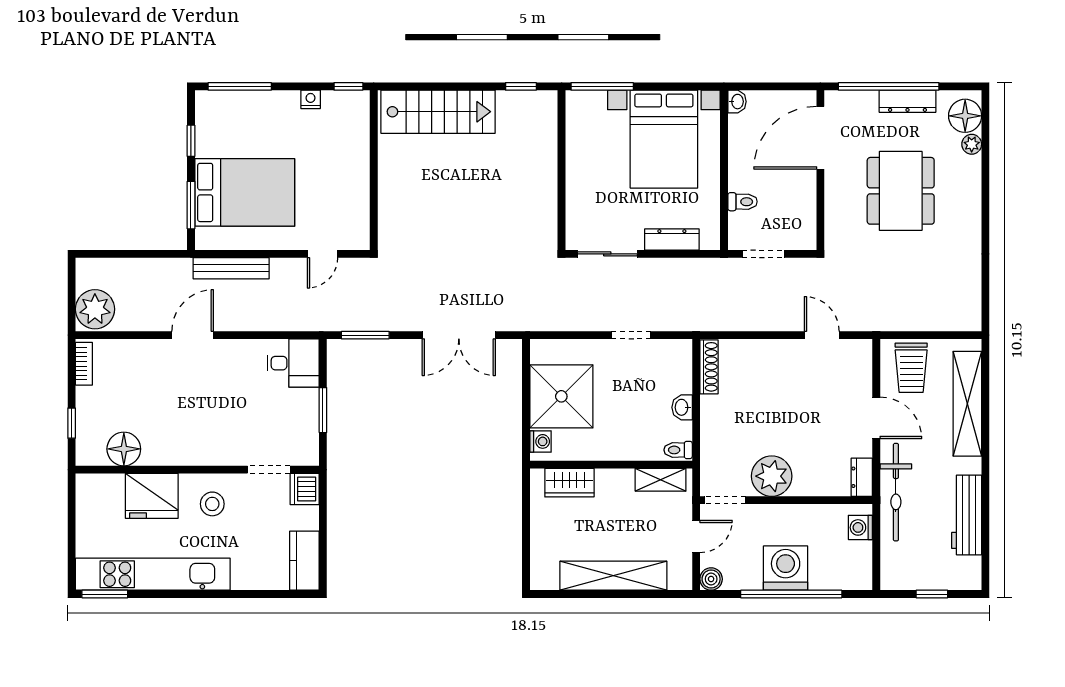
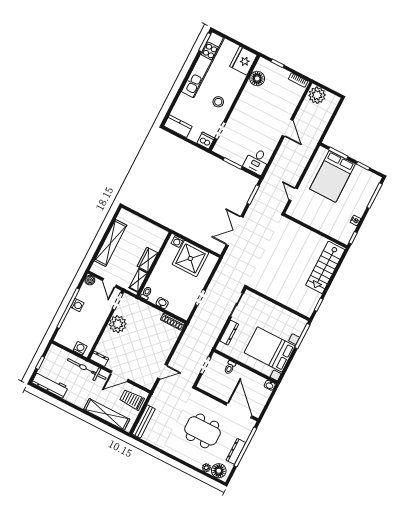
bench: (231, 268) -> (144, 421), moved
wardrobe: (569, 483) -> (148, 260), moved
fridge: (152, 496) -> (243, 61), moved
workbench: (967, 515) -> (50, 385), moved
washing machine: (786, 568) -> (77, 305), width x0.53, depth x0.53

